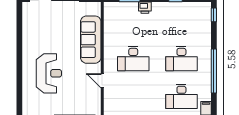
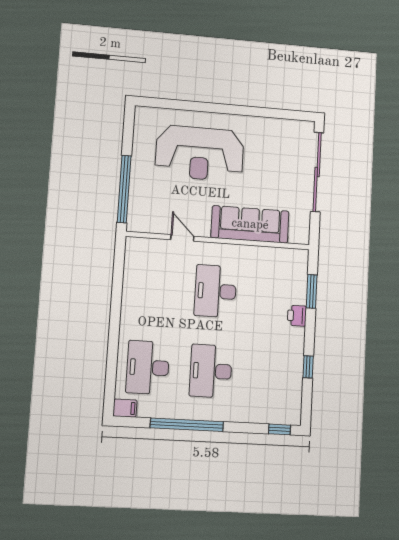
reception desk: (49, 73) -> (200, 153), width x1.36, depth x1.30
door: (102, 81) -> (182, 238), hinge flipped

